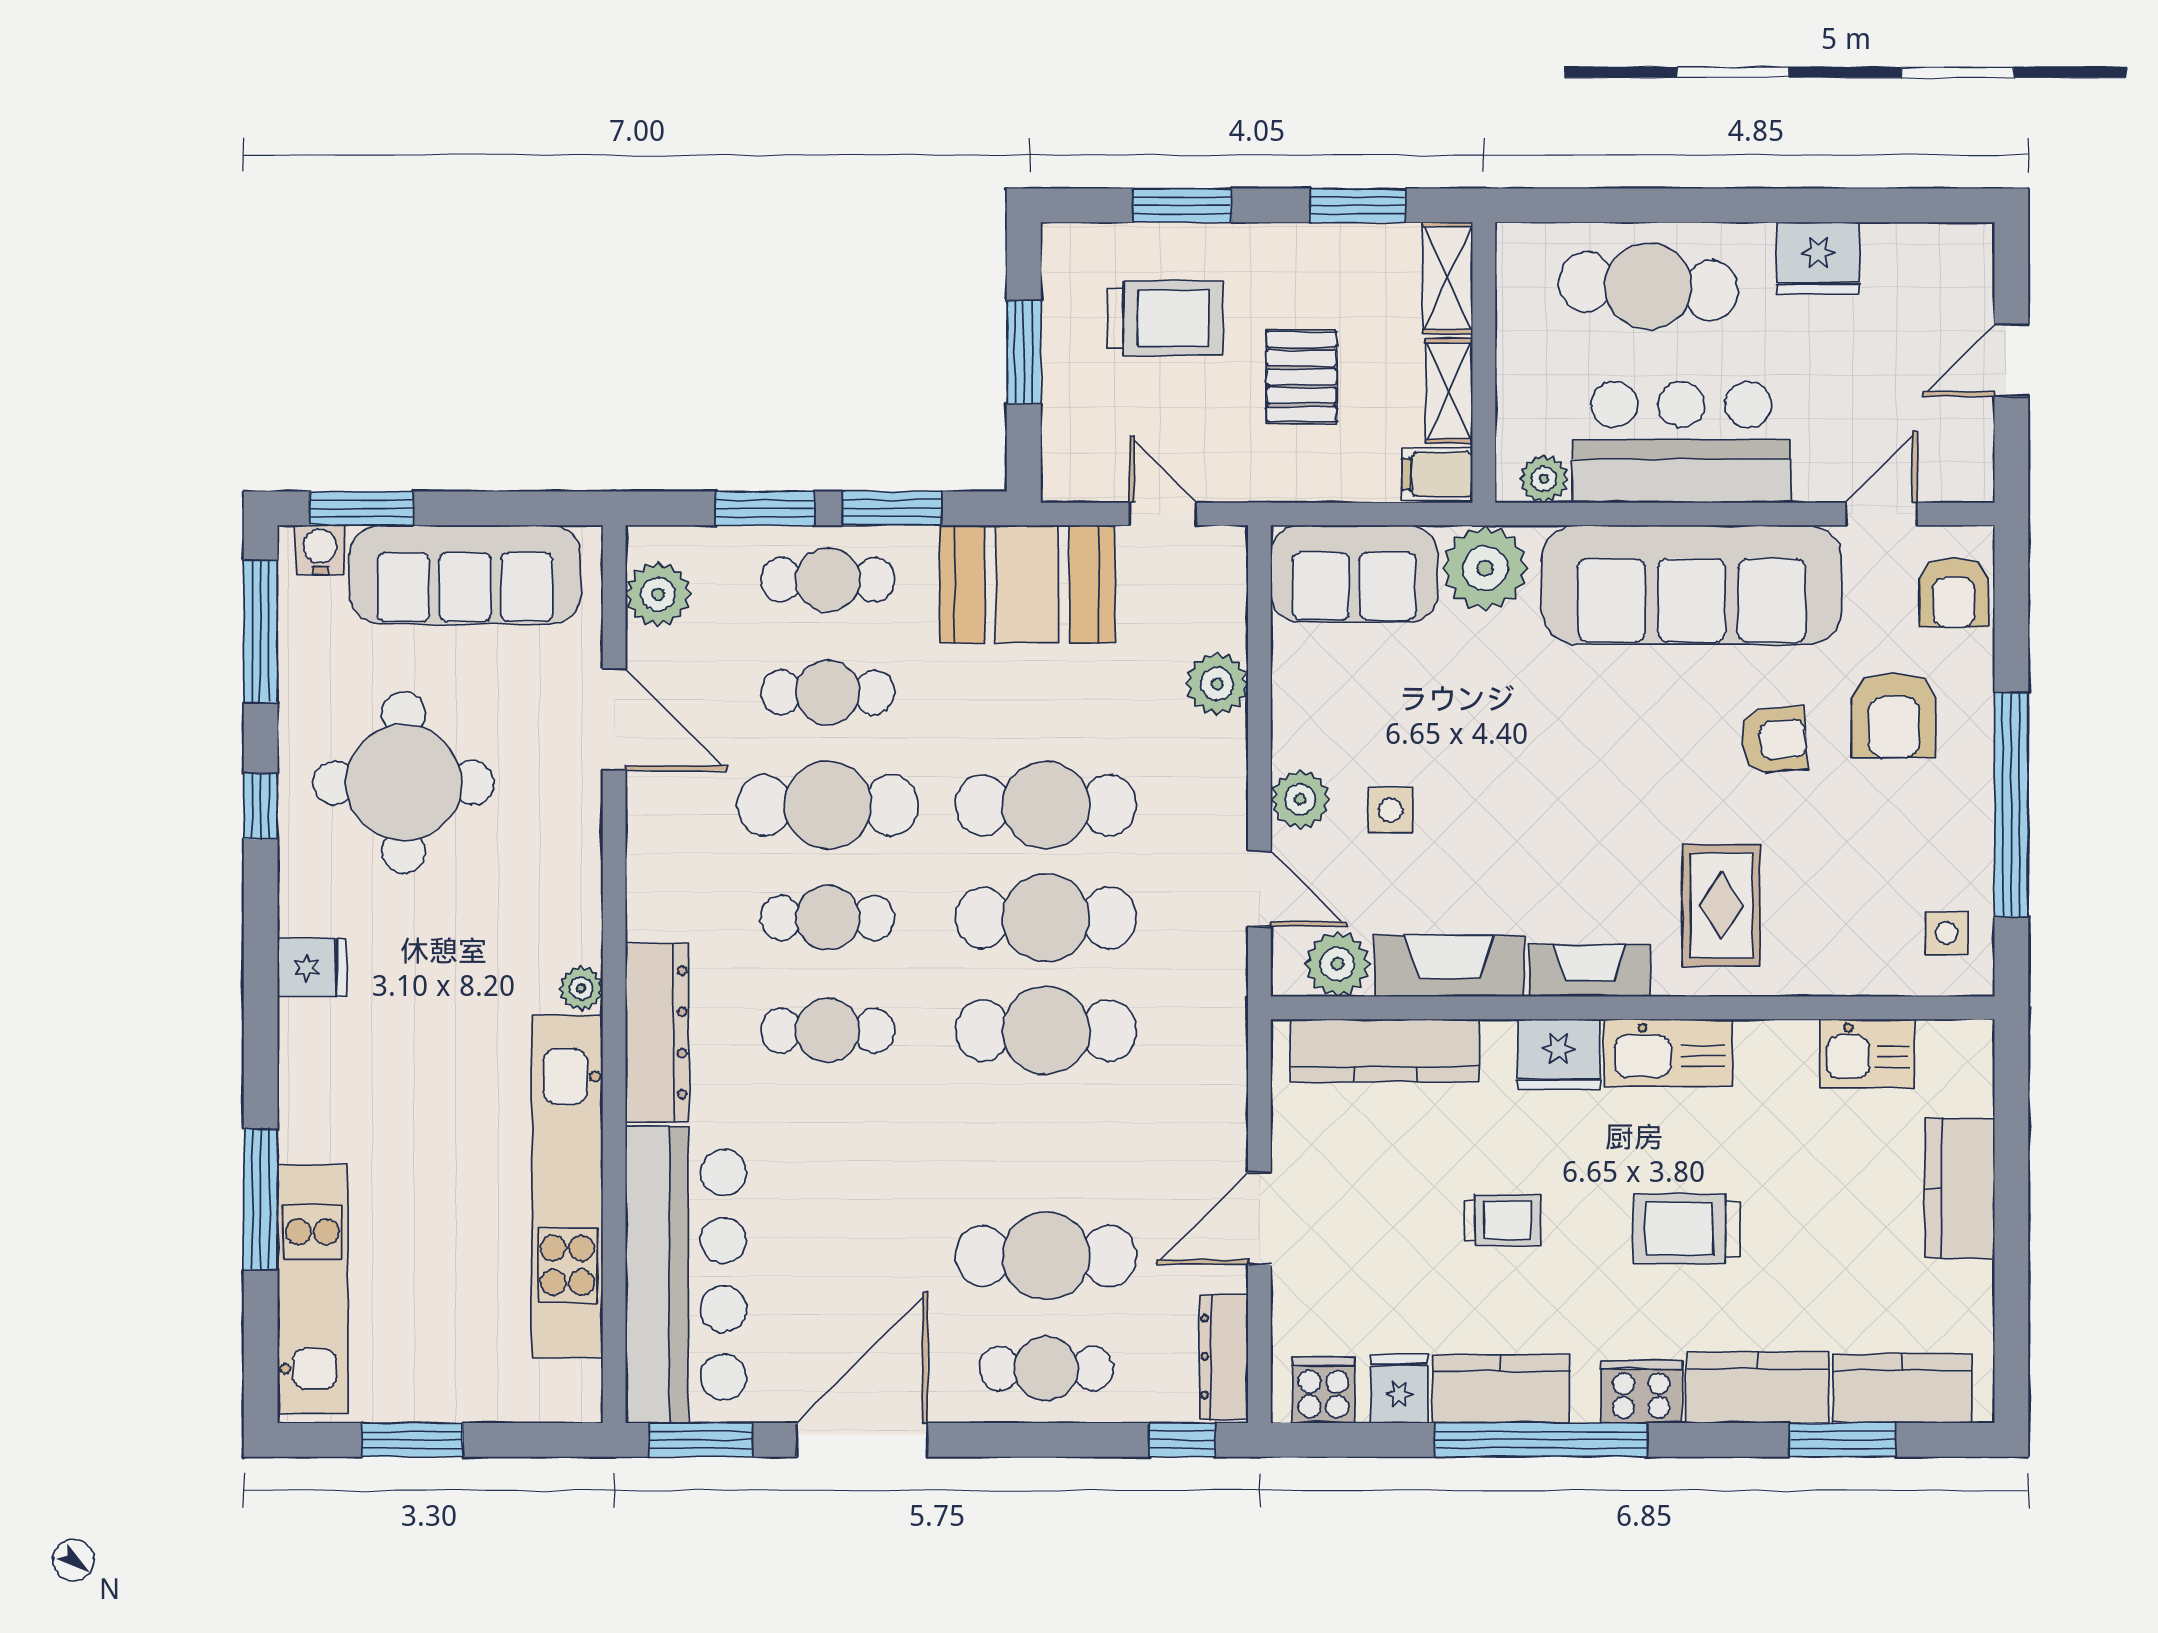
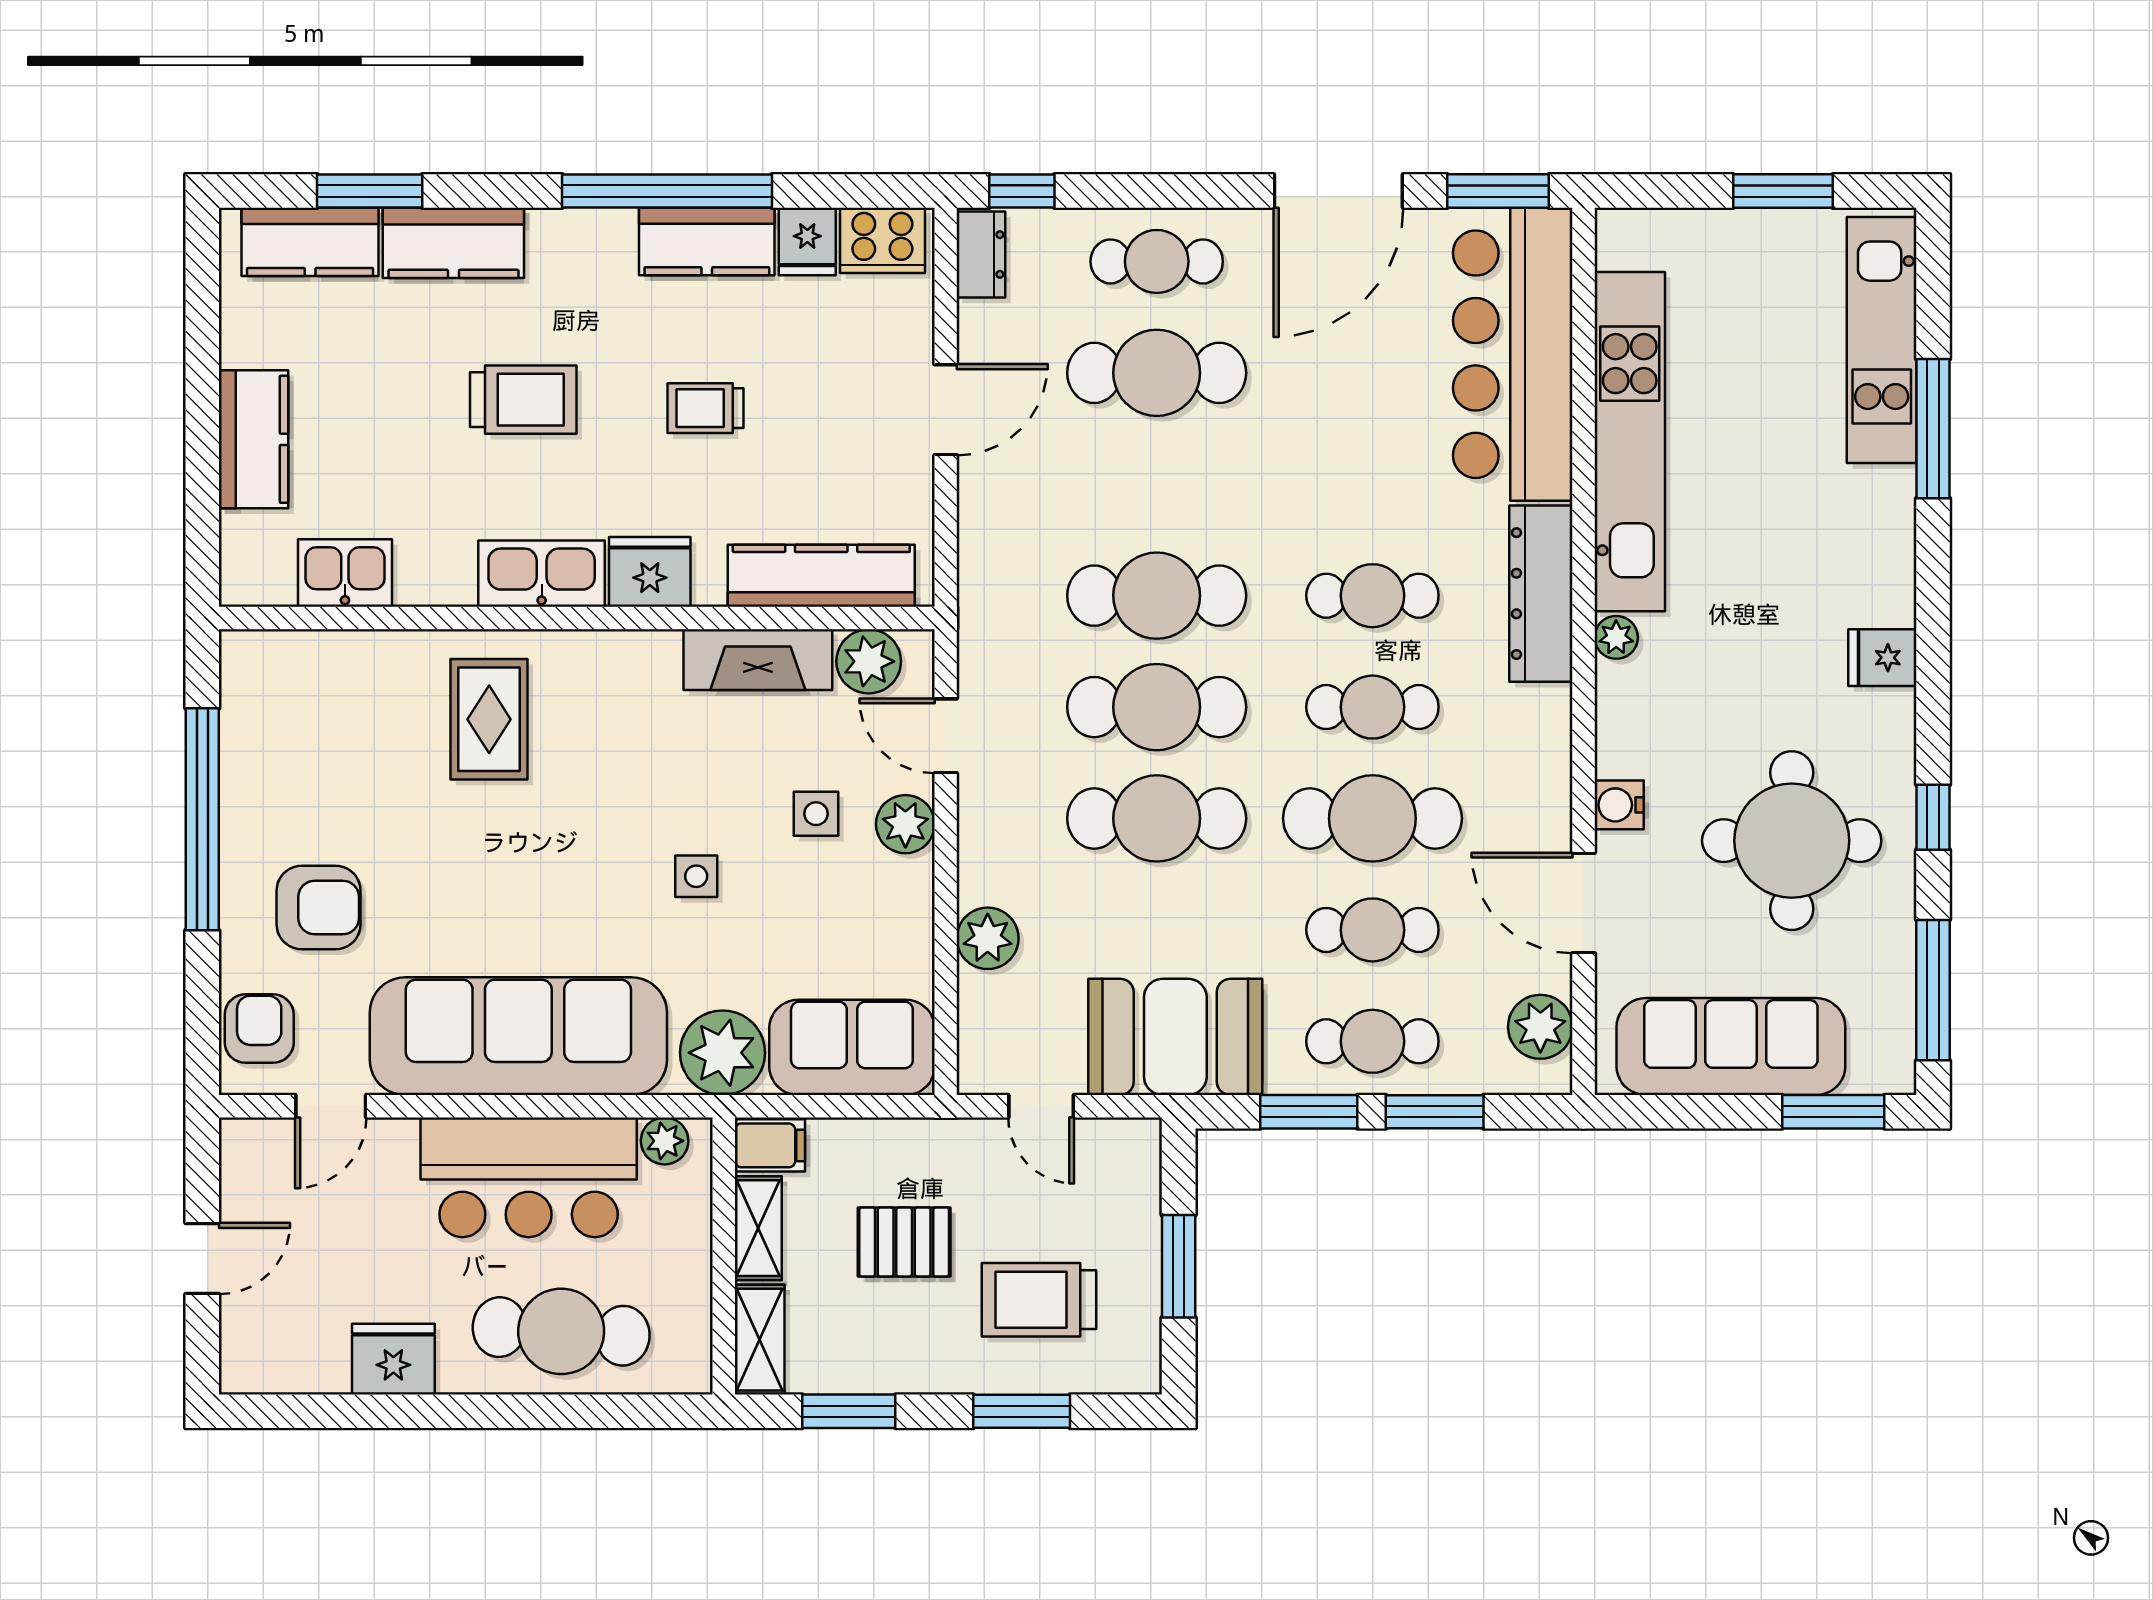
pallet: (1301, 377) -> (904, 1242), turned 90
water cooler: (320, 550) -> (1619, 805), moved, turned 90
armchair: (1894, 715) -> (319, 908), turned 90
armchair: (1774, 740) -> (437, 883), removed
side table: (1947, 933) -> (696, 876), moved
fireplace: (1590, 971) -> (619, 655), removed
dresser: (1224, 1357) -> (981, 254), width x0.70
cooker: (1323, 1390) -> (882, 240), width x1.36
cooker: (1641, 1392) -> (568, 239), removed

